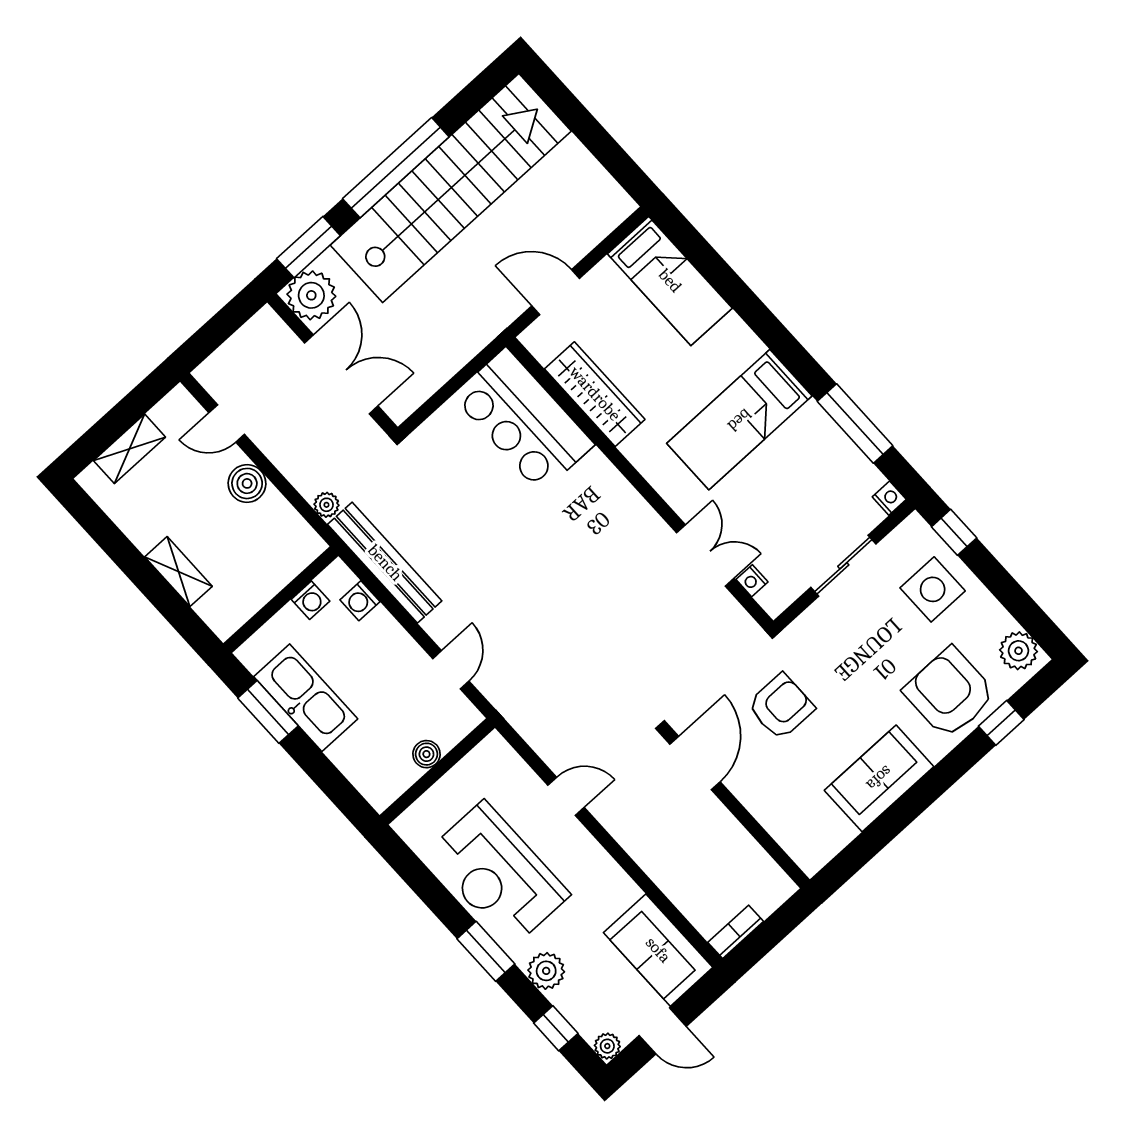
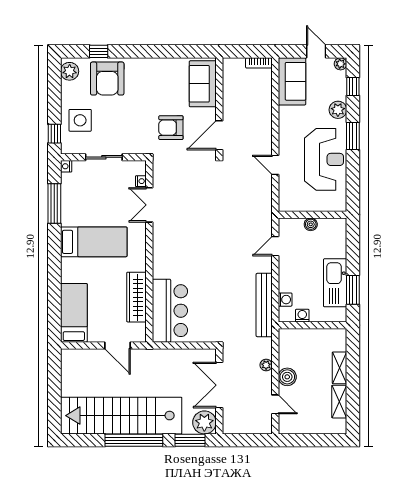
shelving: (129, 449) -> (339, 402), moved, turned 90
plant: (327, 505) -> (266, 365), moved
sofa: (879, 778) -> (203, 84), moved, turned 90

